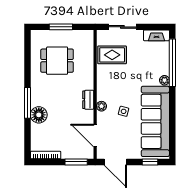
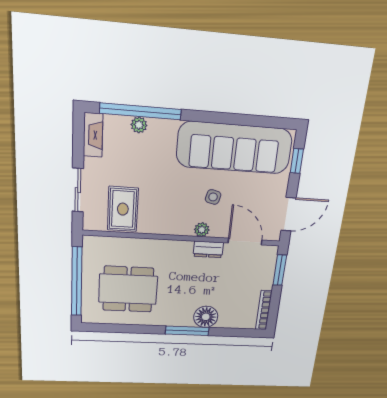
window: (61, 27) -> (77, 282), width x2.11
dining table: (57, 61) -> (128, 289), width x1.38
plant: (164, 80) -> (139, 125), moved
dresser: (88, 100) -> (208, 249), moved
door: (95, 136) -> (245, 242), swing flipped

